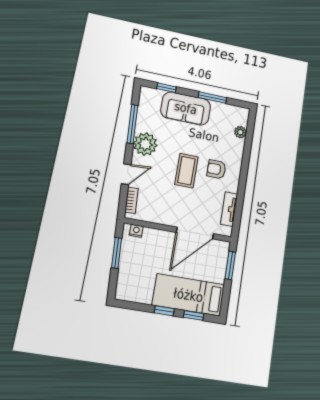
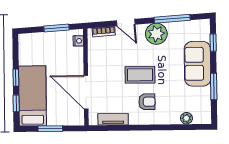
armchair: (216, 169) -> (147, 102), turned 90
window: (230, 265) -> (50, 129), moved

